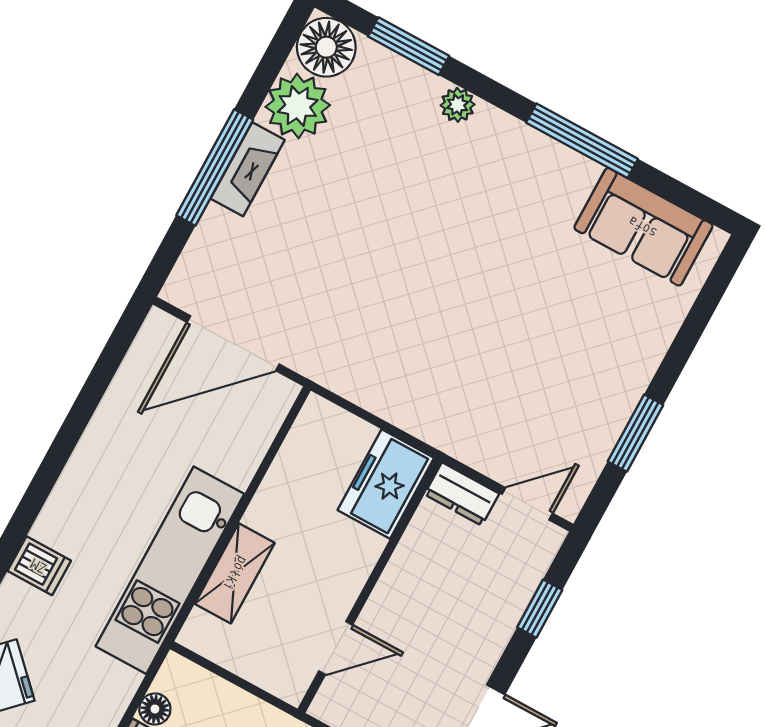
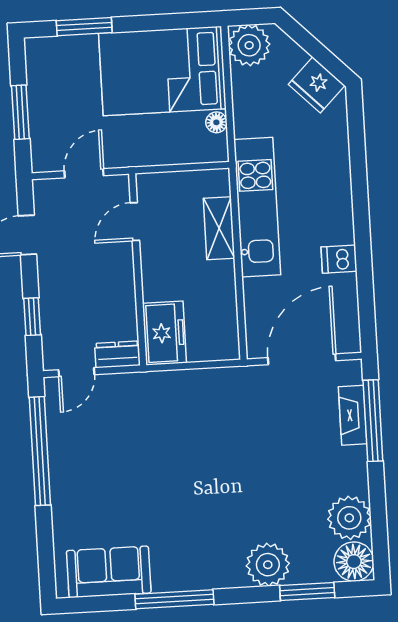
plant: (458, 105) -> (268, 565), width x1.87, depth x1.87
window: (215, 167) -> (373, 421), moved
fireplace: (248, 169) -> (353, 415), moved
window: (635, 433) -> (40, 451), width x2.11
dishwasher: (39, 566) -> (339, 259), moved

